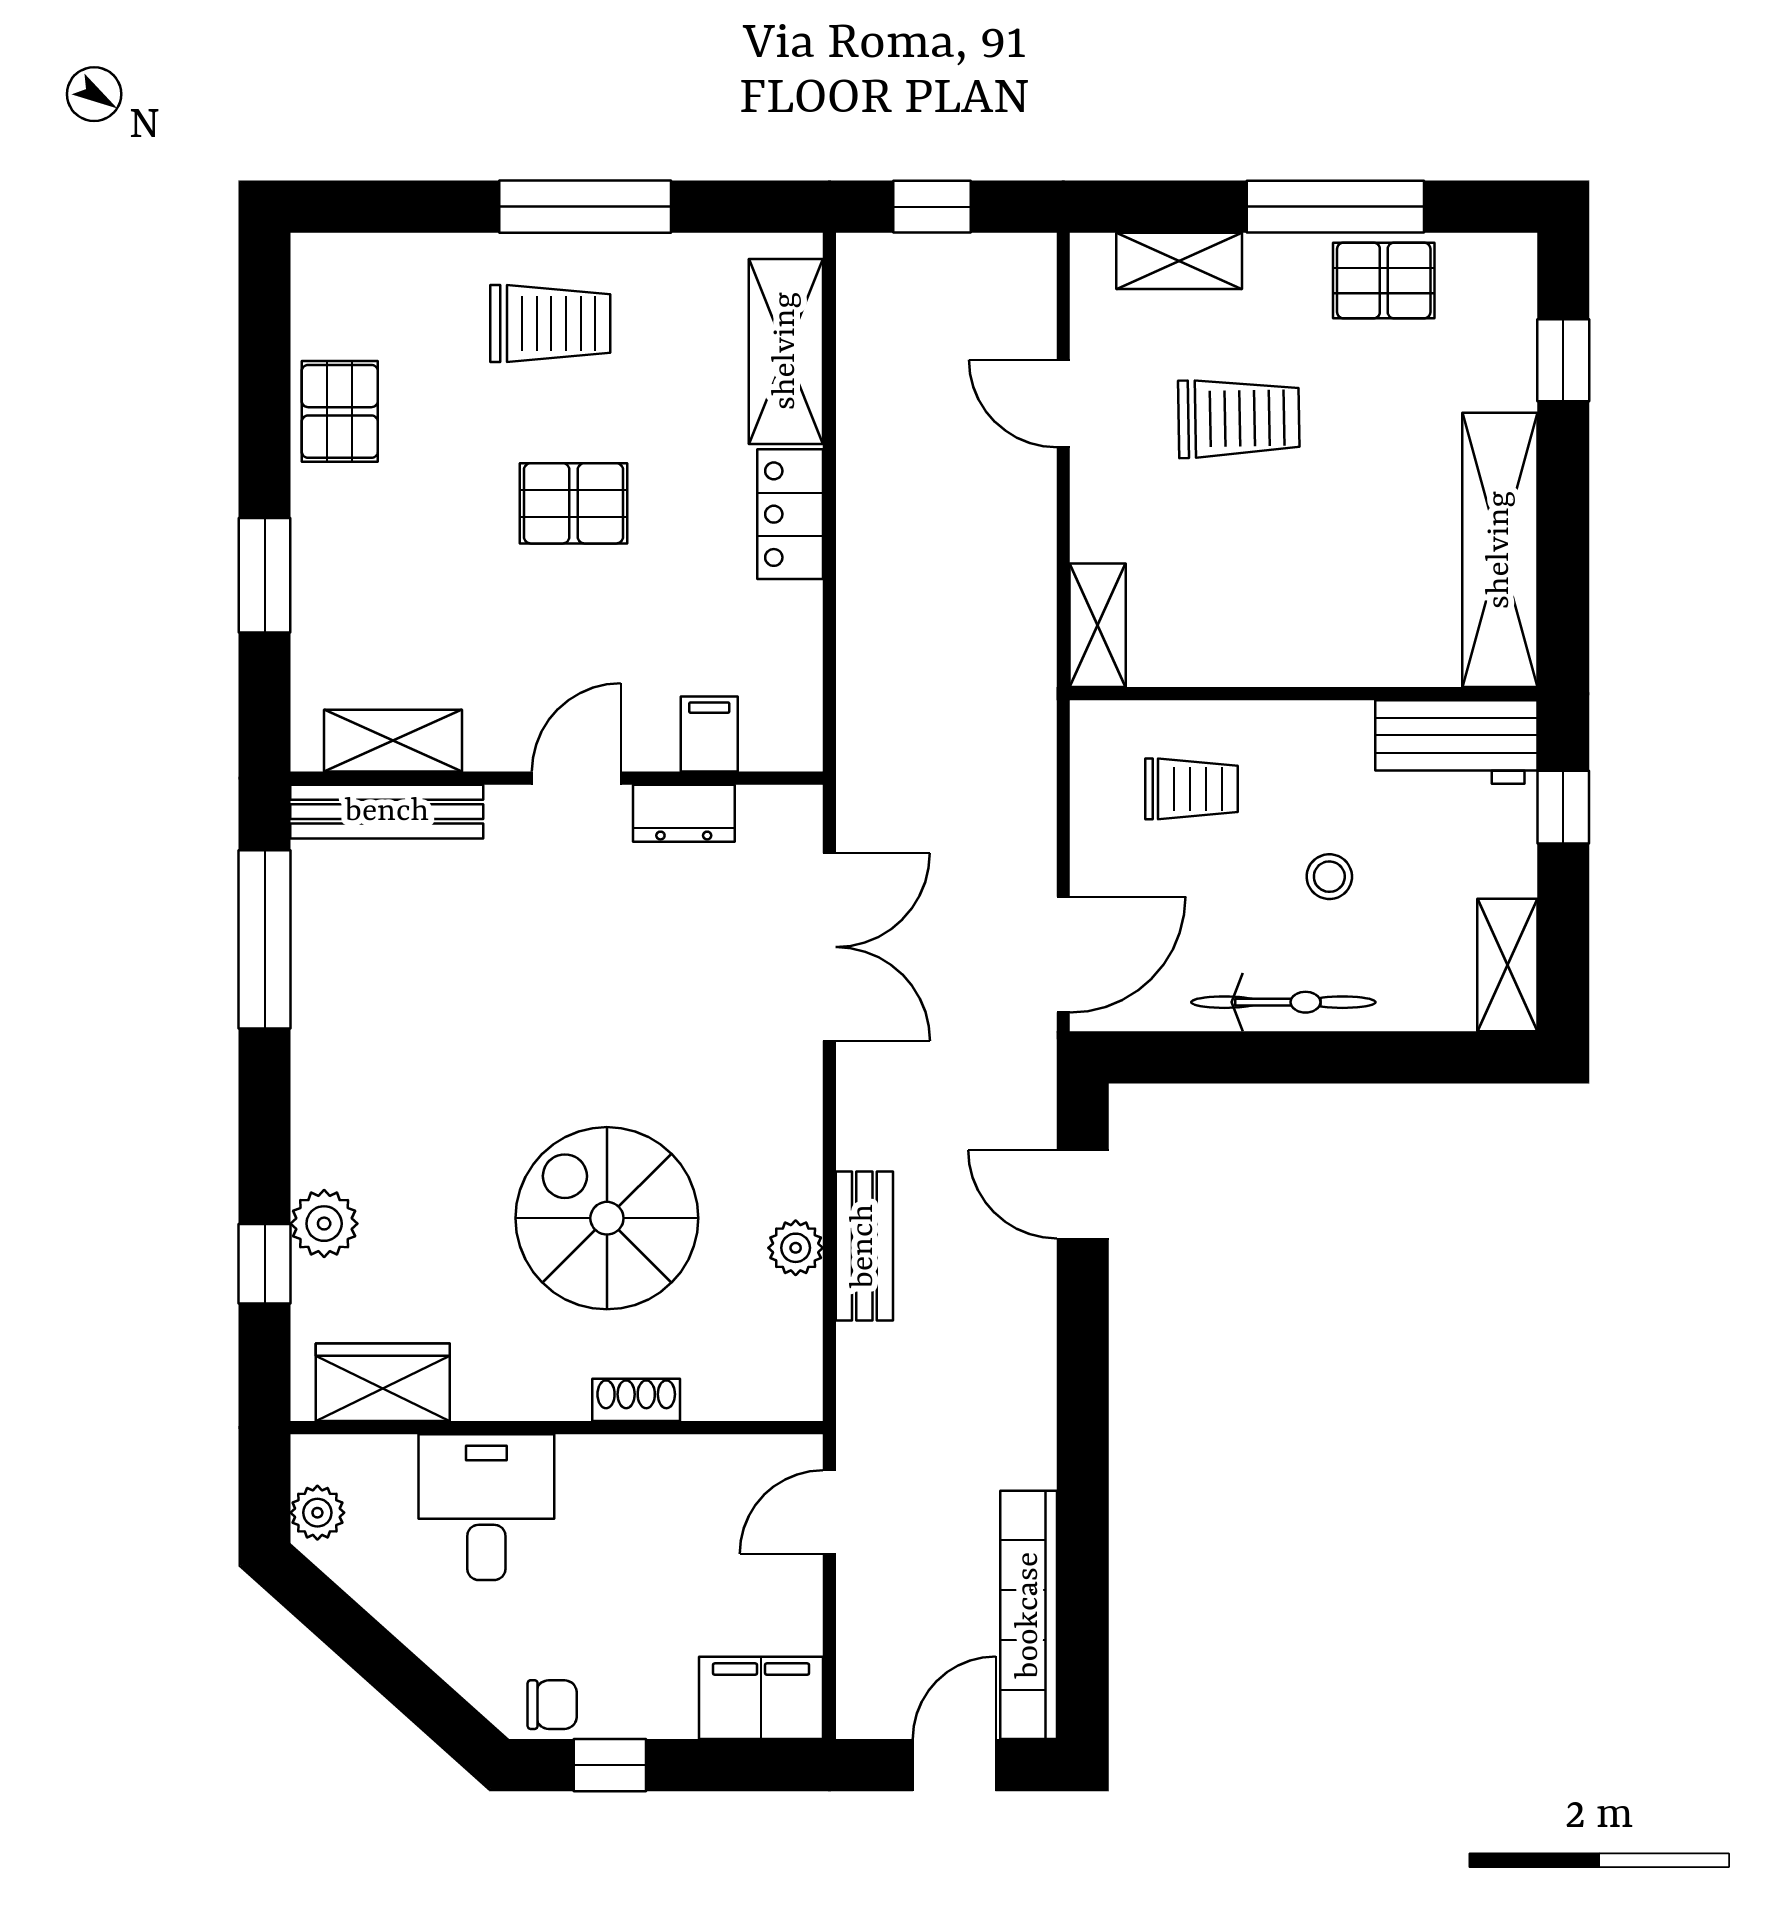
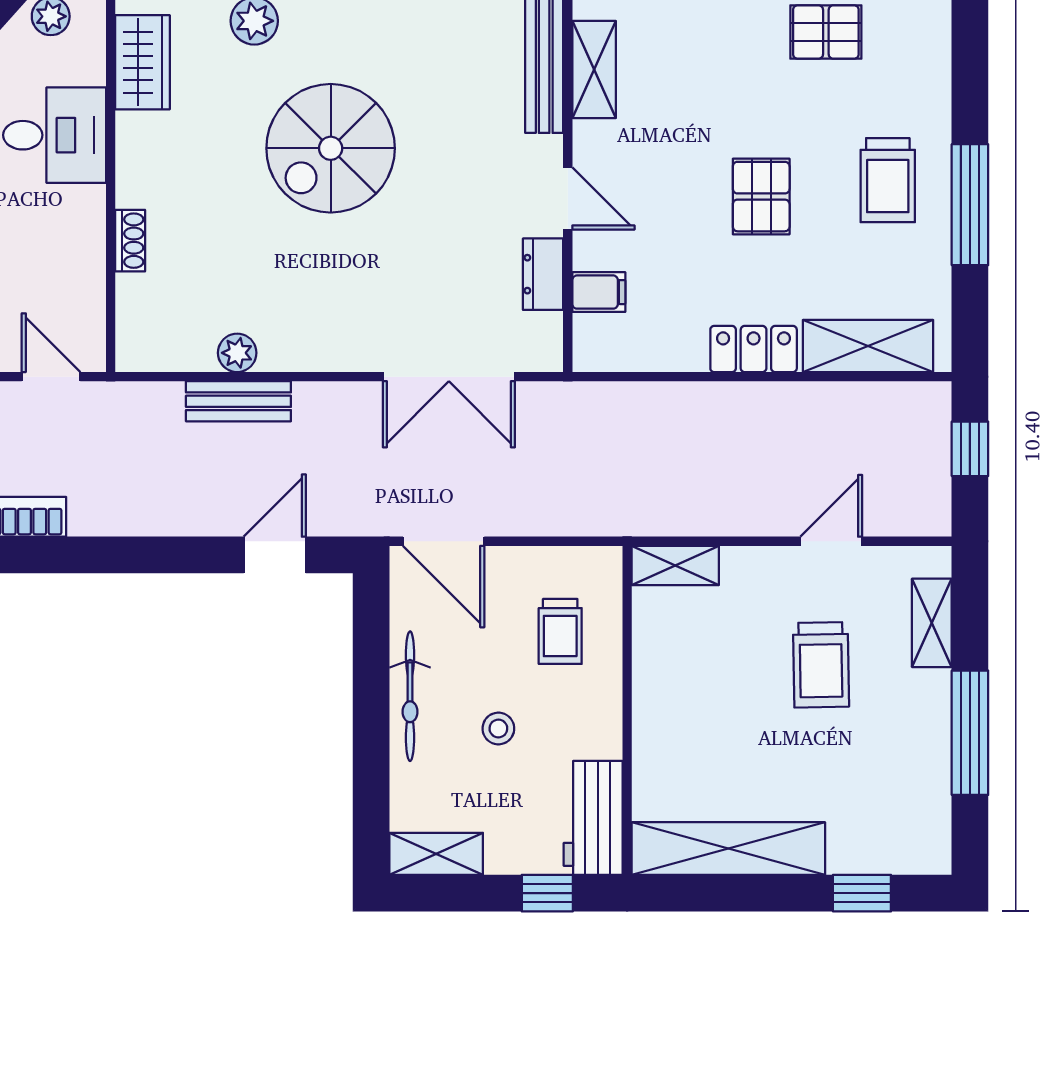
pallet: (1384, 281) -> (918, 767), removed
spiral stairs: (607, 1218) -> (331, 148), moved, turned 180

